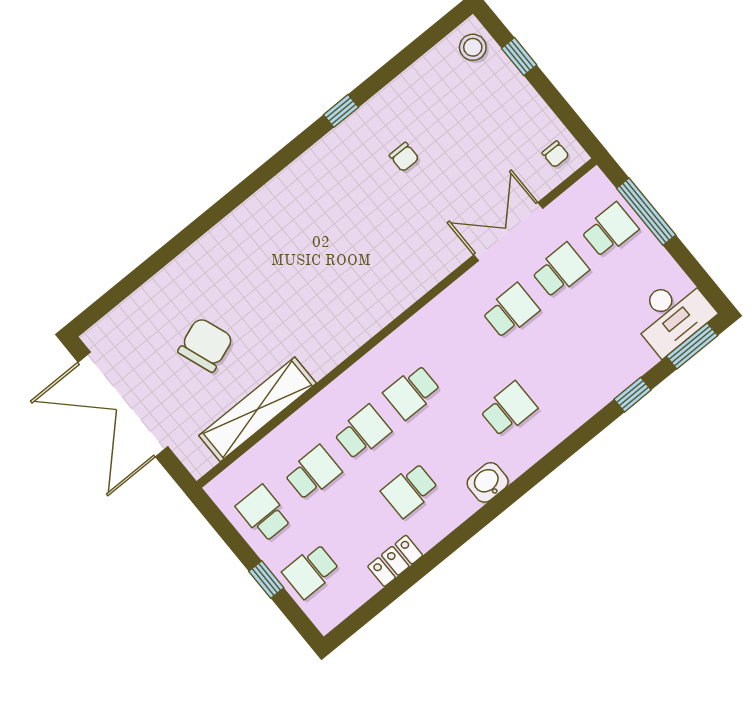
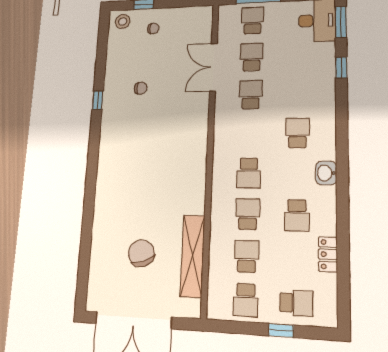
chair: (556, 154) -> (153, 28), moved
school desk: (264, 513) -> (246, 300), turned -90
school desk: (311, 571) -> (296, 303), turned -90

